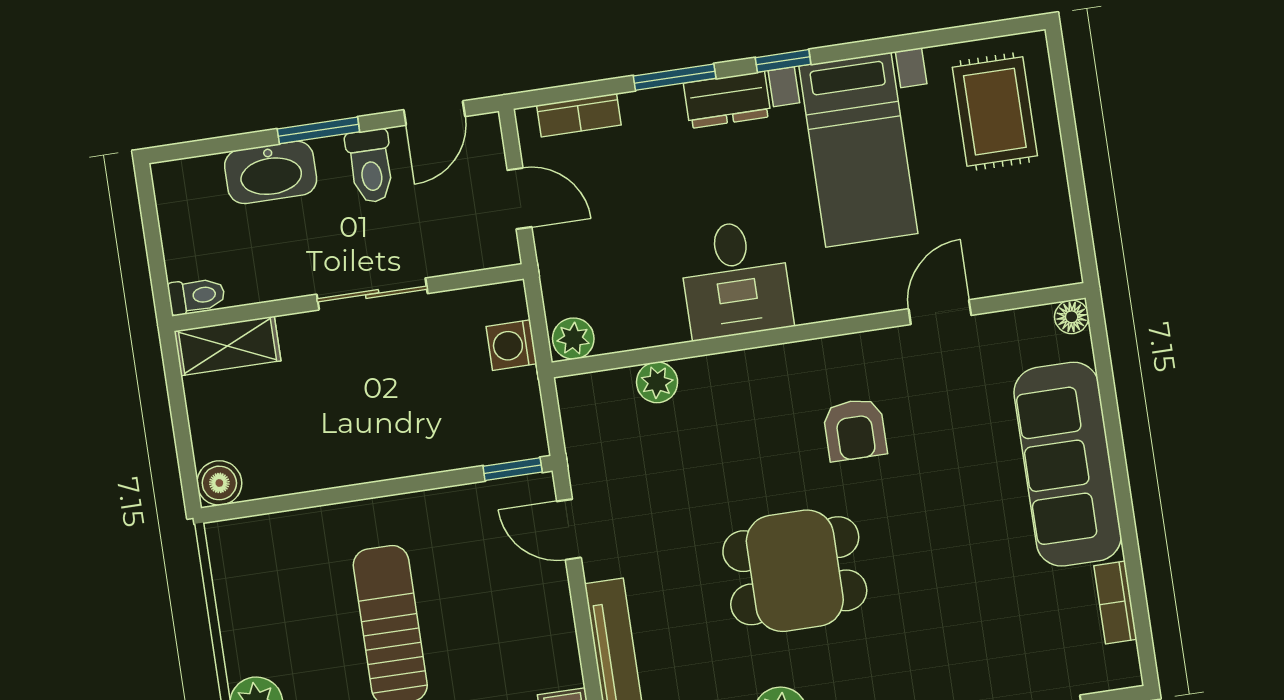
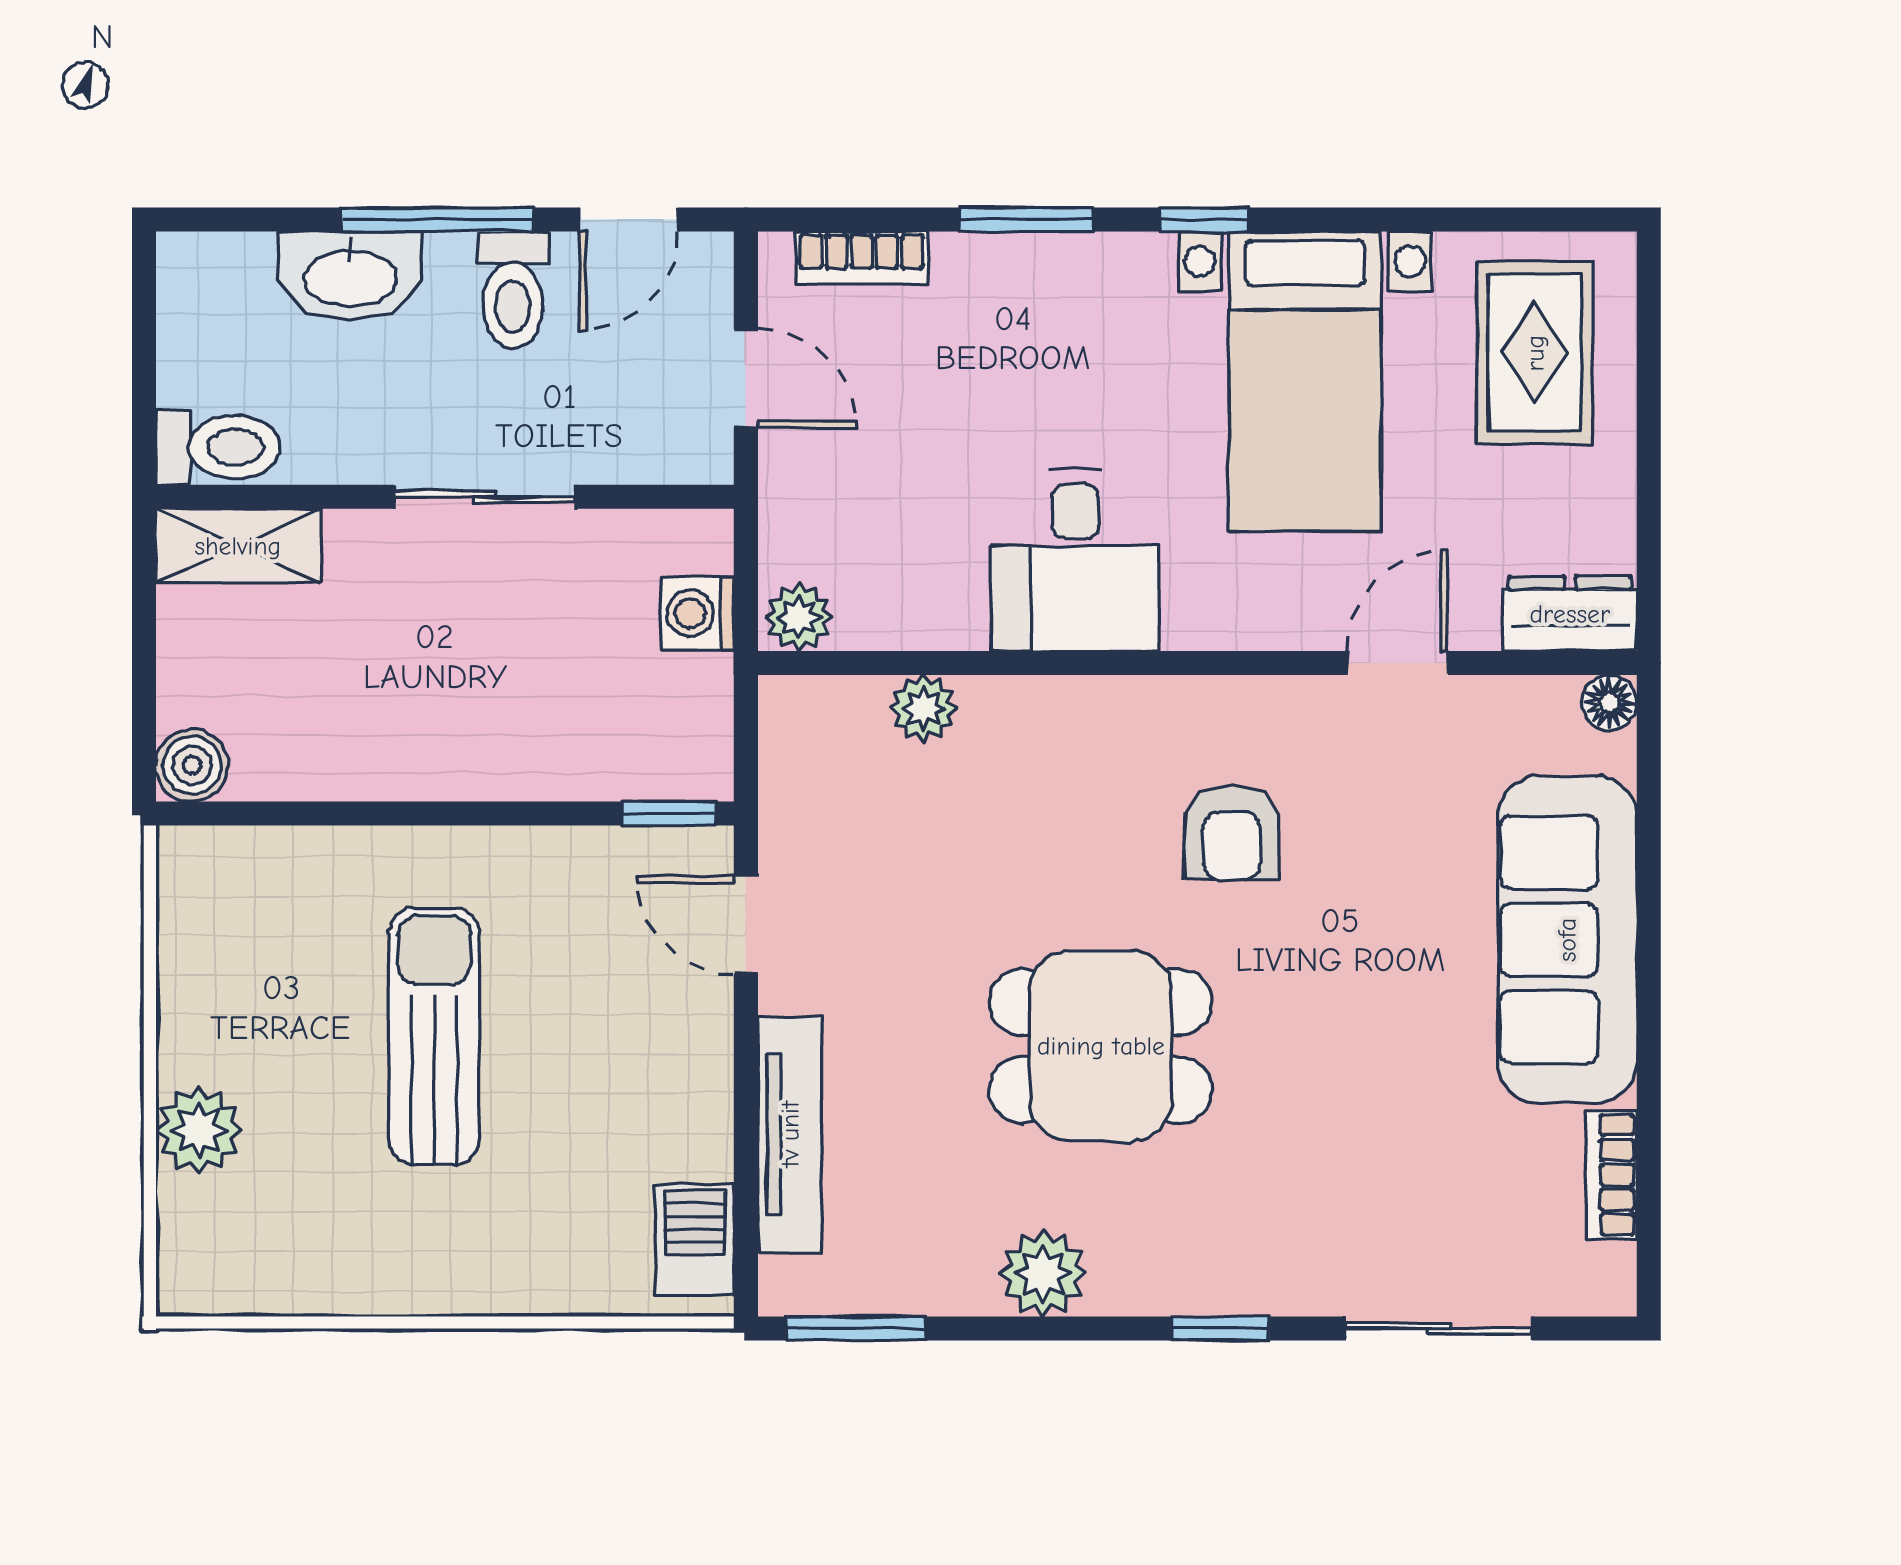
dresser: (727, 100) -> (1570, 614), moved, turned 180
window: (318, 130) -> (438, 220), width x1.44
toilet: (197, 296) -> (218, 447), width x1.37, depth x1.39

